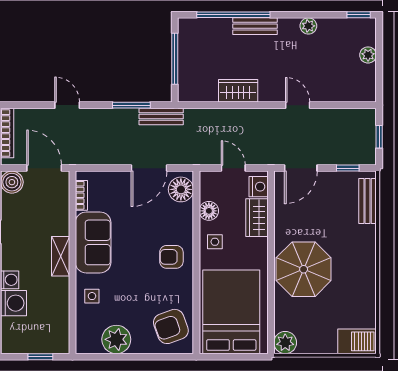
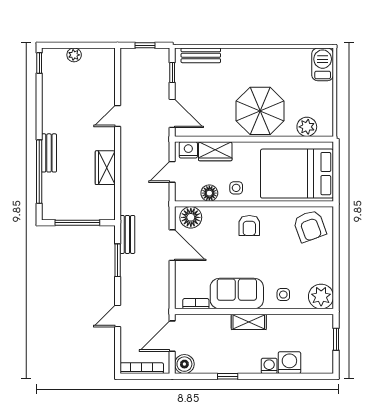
plant: (308, 26) -> (49, 107), removed
plant: (116, 339) -> (321, 296), moved
plant: (285, 343) -> (307, 127), moved

